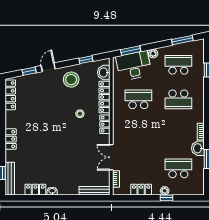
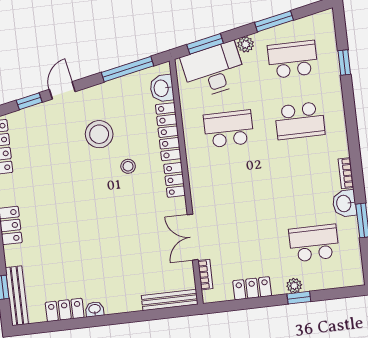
window: (182, 40) -> (274, 21), moved
window: (86, 60) -> (128, 69), width x2.17
stool: (71, 80) -> (99, 134), moved

